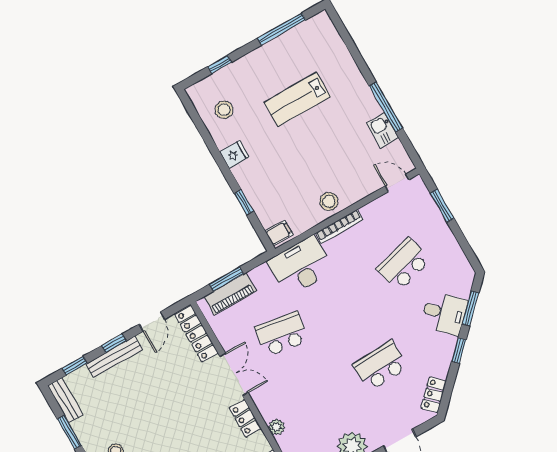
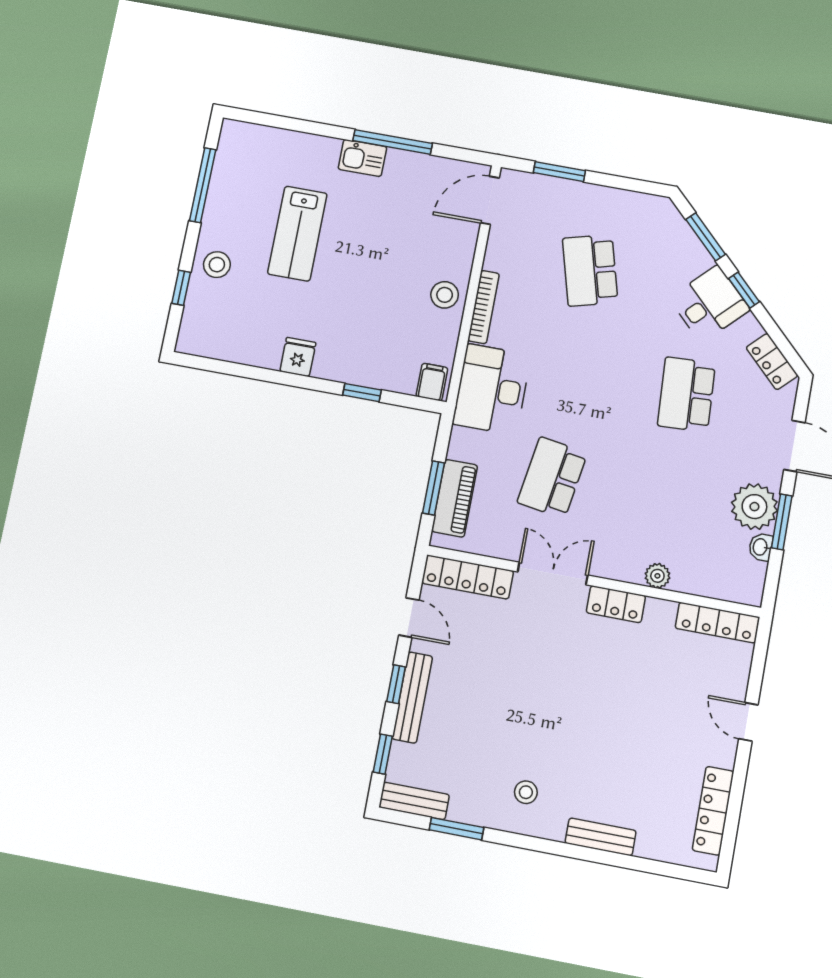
stool: (224, 110) -> (217, 265), moved
kitchen sink: (383, 130) -> (362, 158), moved
door: (397, 183) -> (490, 200), width x1.38
desk: (444, 313) -> (709, 304), moved

